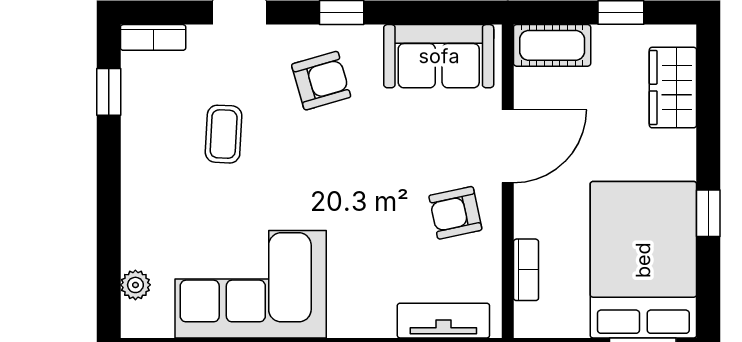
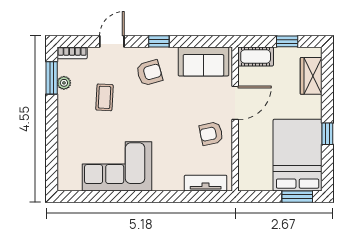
window: (109, 92) -> (52, 78), width x1.50
bookcase: (526, 270) -> (244, 160), removed
plant: (135, 285) -> (64, 83), moved

